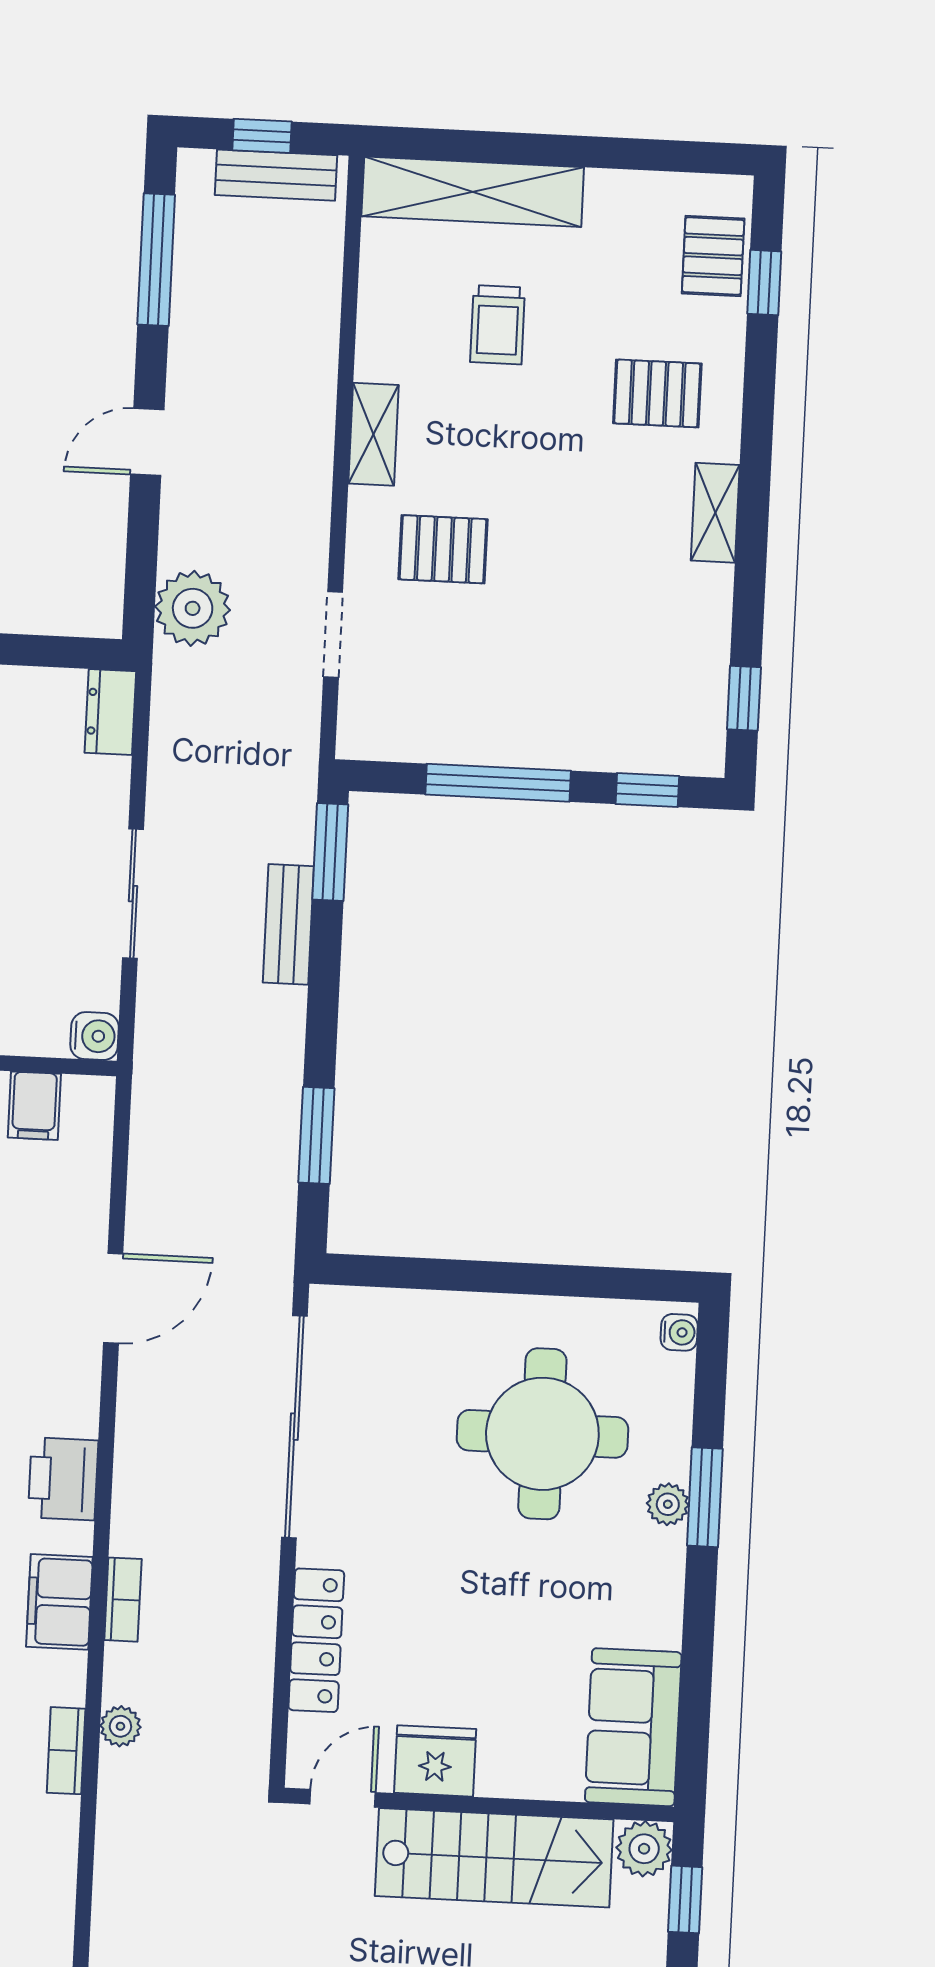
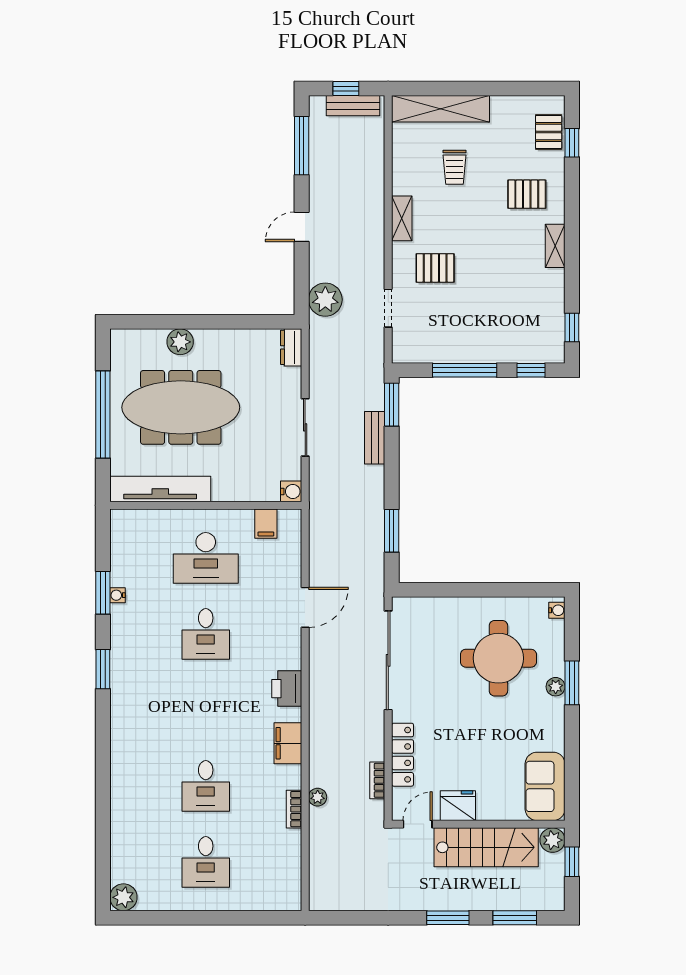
bookcase: (123, 1600) -> (377, 780), moved, turned 180

